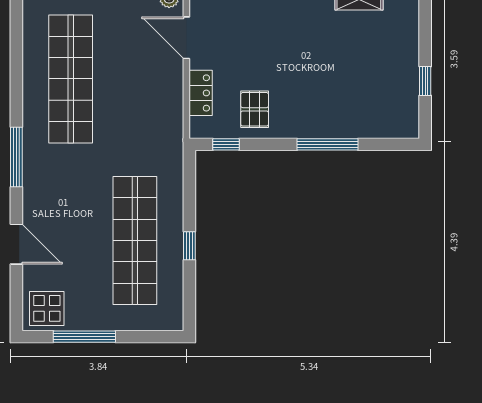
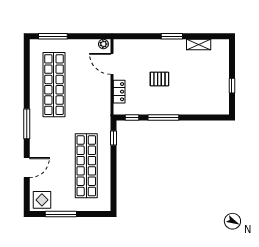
pallet: (255, 109) -> (159, 79), moved, turned 90
window: (328, 144) -> (163, 117), moved
door: (16, 244) -> (27, 168), hinge flipped
window: (189, 246) -> (114, 138), moved

